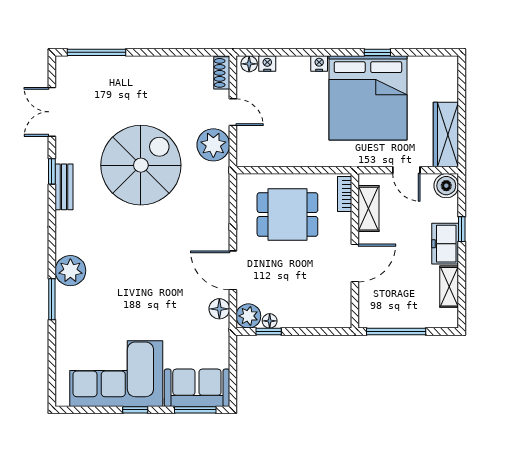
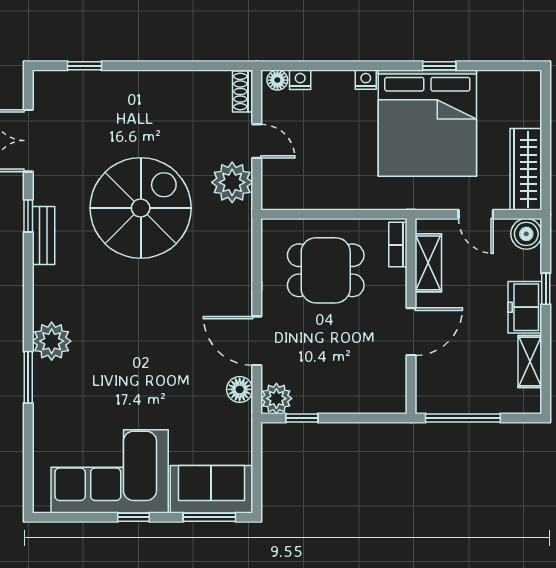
window: (96, 52) -> (85, 66), width x0.46
floor lamp: (270, 321) -> (303, 405), removed

